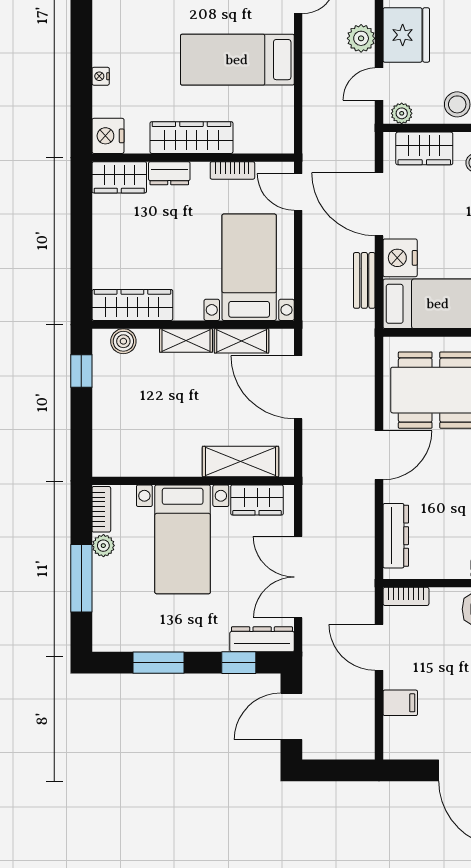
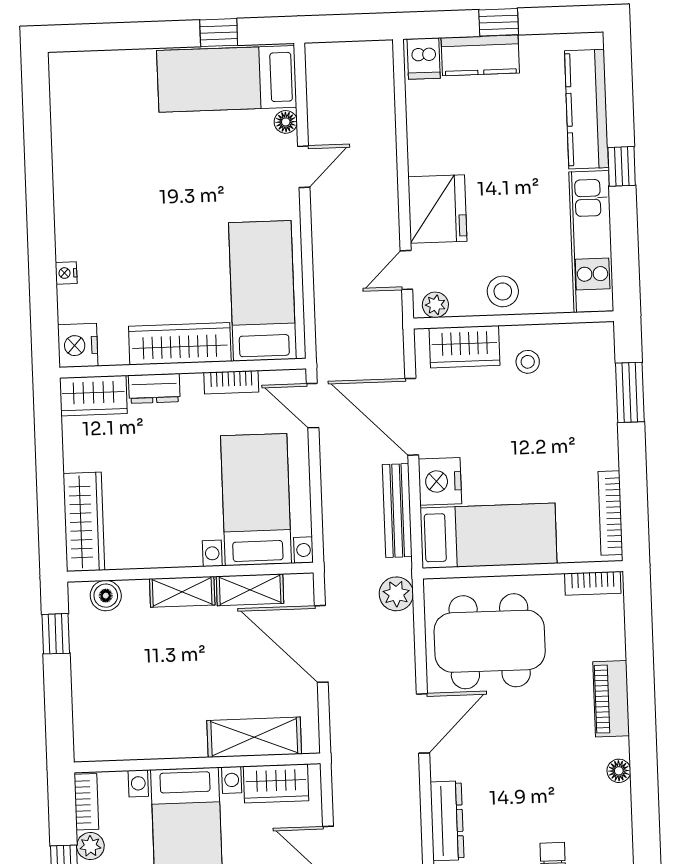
plant: (361, 38) -> (396, 594), moved
bed: (237, 60) -> (262, 291), moved, turned 90
bench: (364, 280) -> (397, 511), width x1.36
wardrobe: (132, 305) -> (84, 522), moved, turned 90

